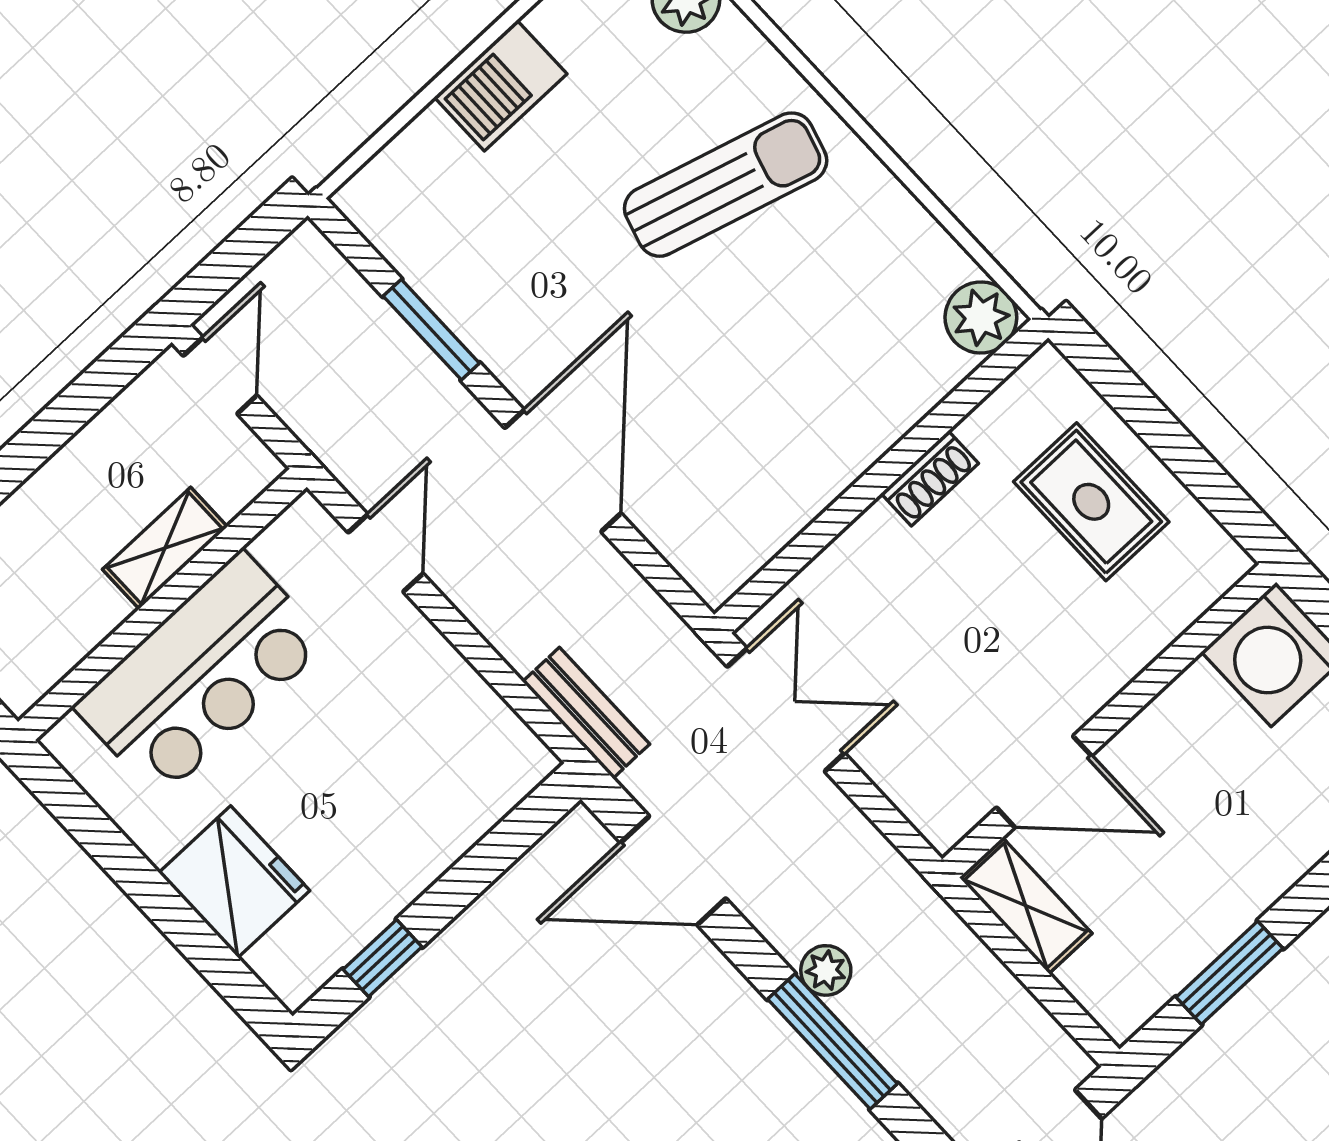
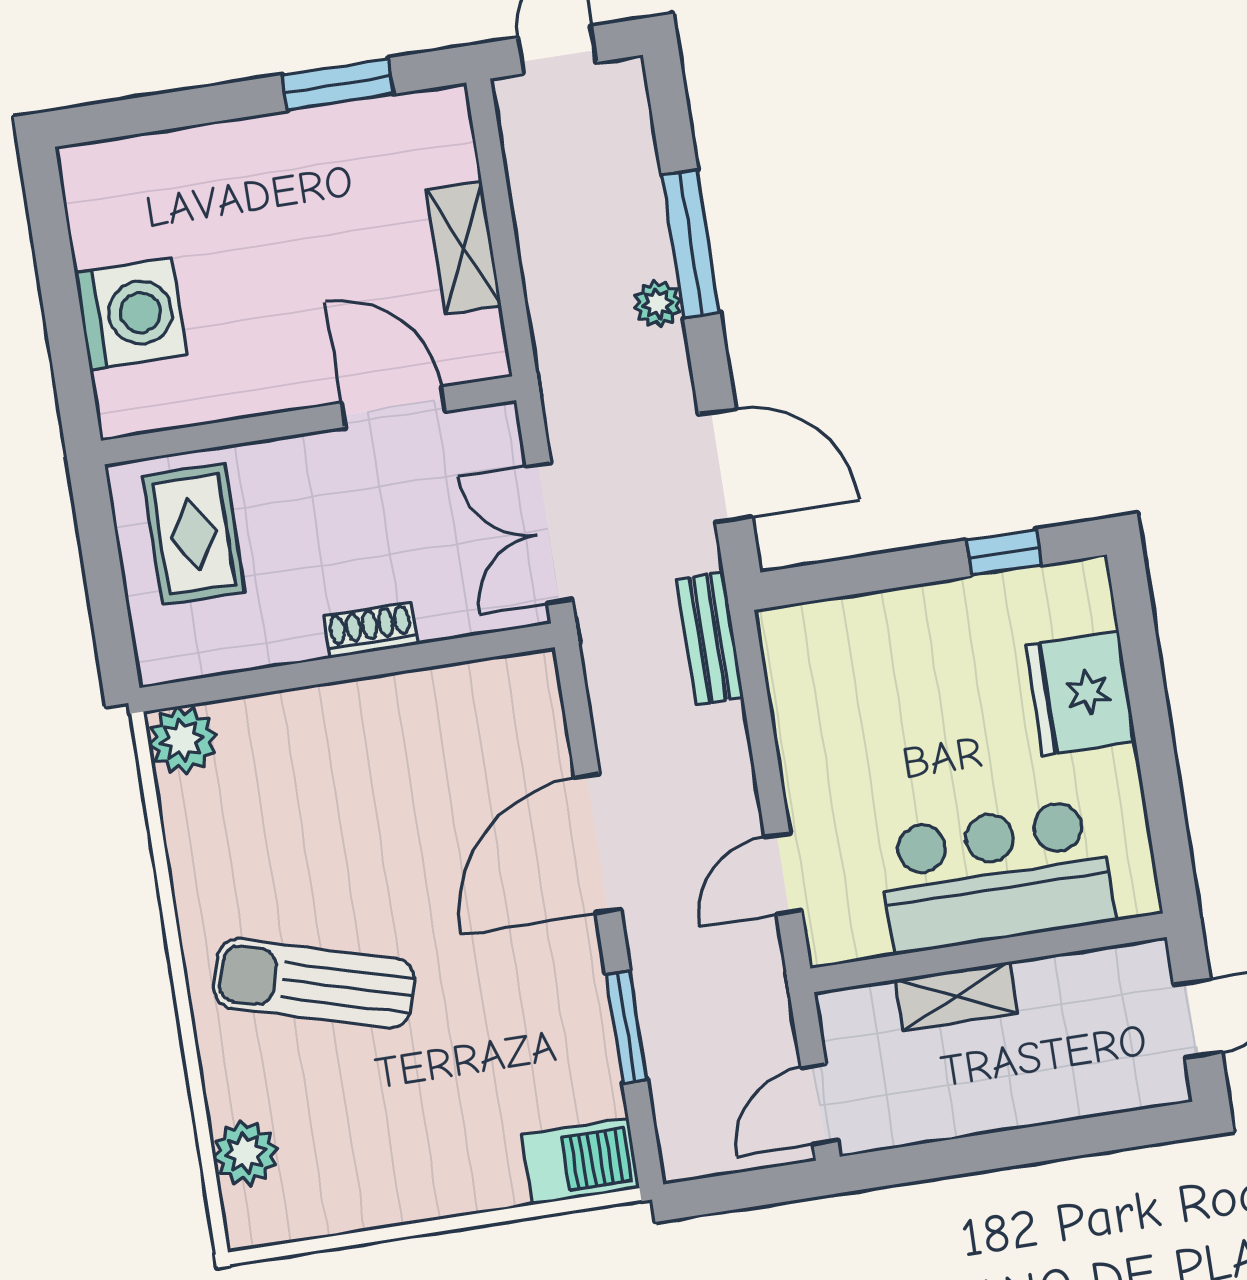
barbecue: (501, 86) -> (580, 1162), moved
shoe rack: (930, 478) -> (370, 630), moved
wall: (1109, 721) -> (308, 420), moved
door: (1044, 782) -> (393, 407), moved

